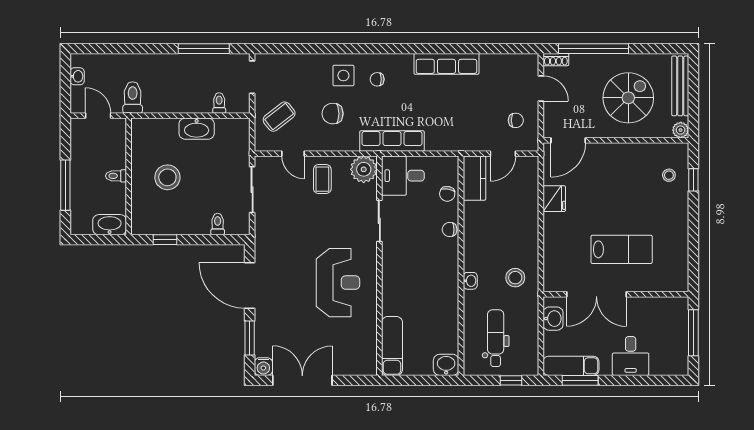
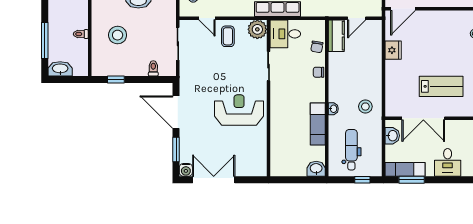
washbasin: (110, 225) -> (60, 69), moved
reception desk: (338, 283) -> (239, 110), turned -90
exam couch: (392, 346) -> (318, 124), moved, turned 180

